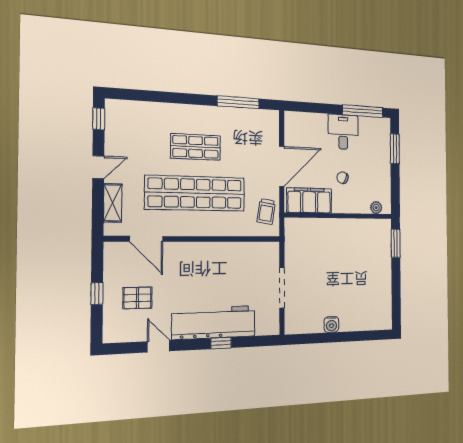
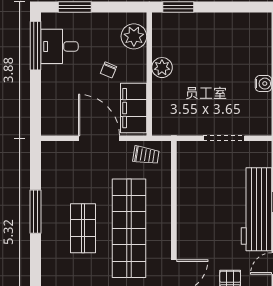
window: (238, 102) -> (36, 212), moved
desk: (343, 132) -> (59, 46), moved
plant: (376, 208) -> (134, 36), width x1.87, depth x1.87
plant: (345, 228) -> (162, 68), added

